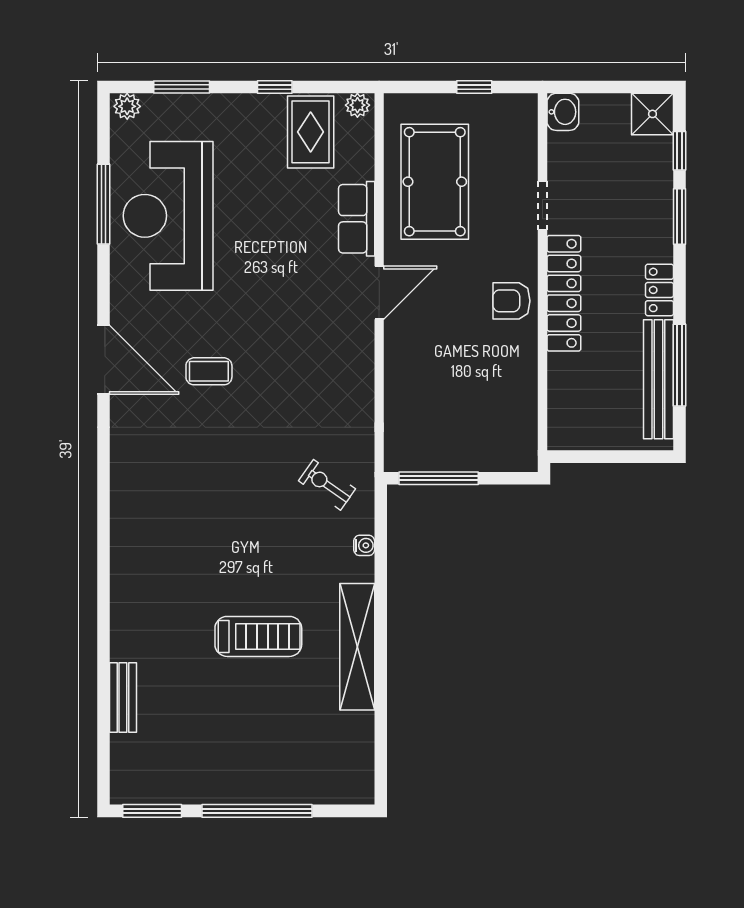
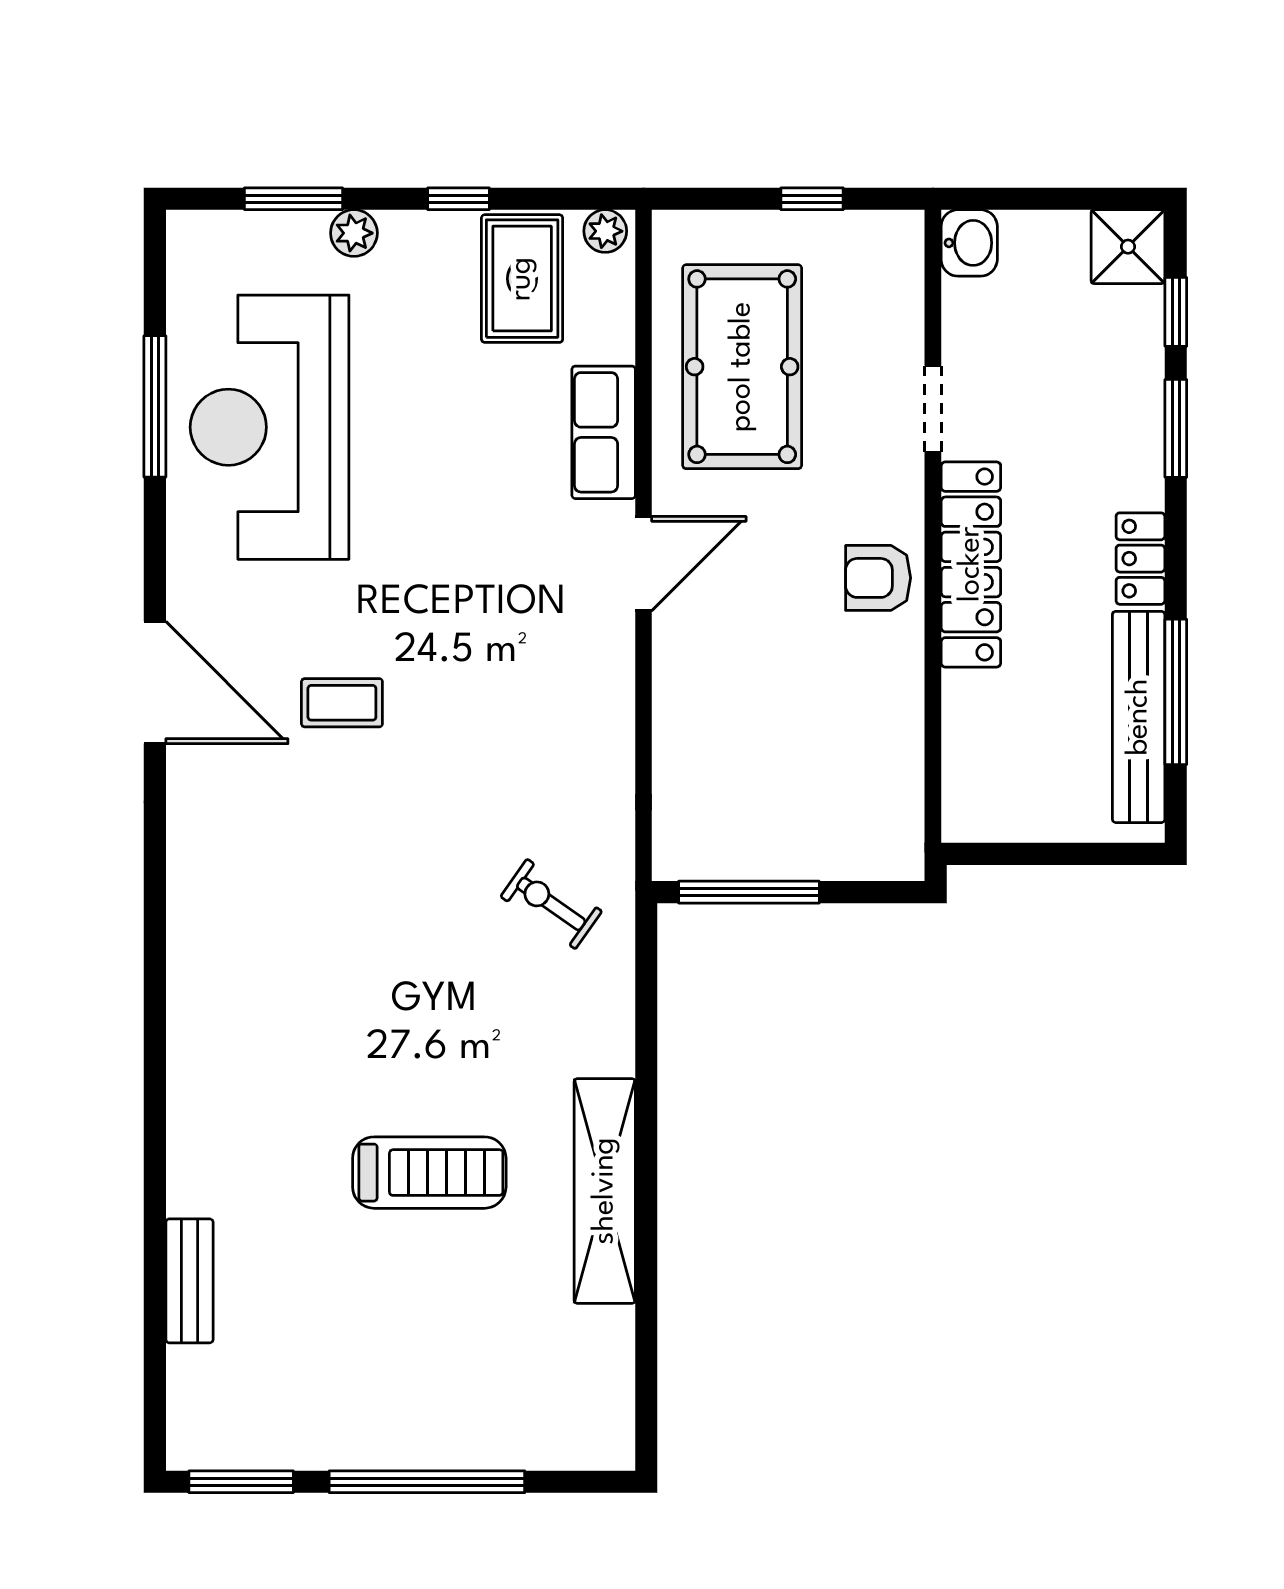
plant: (127, 106) -> (354, 233), moved
water cooler: (364, 545) -> (617, 1011), removed

